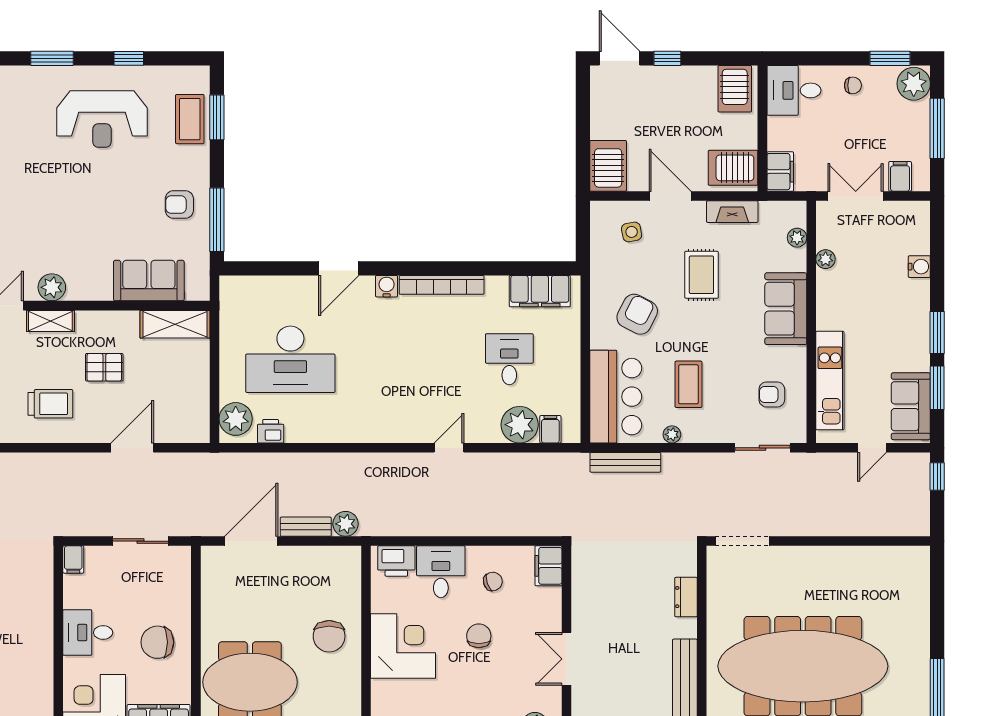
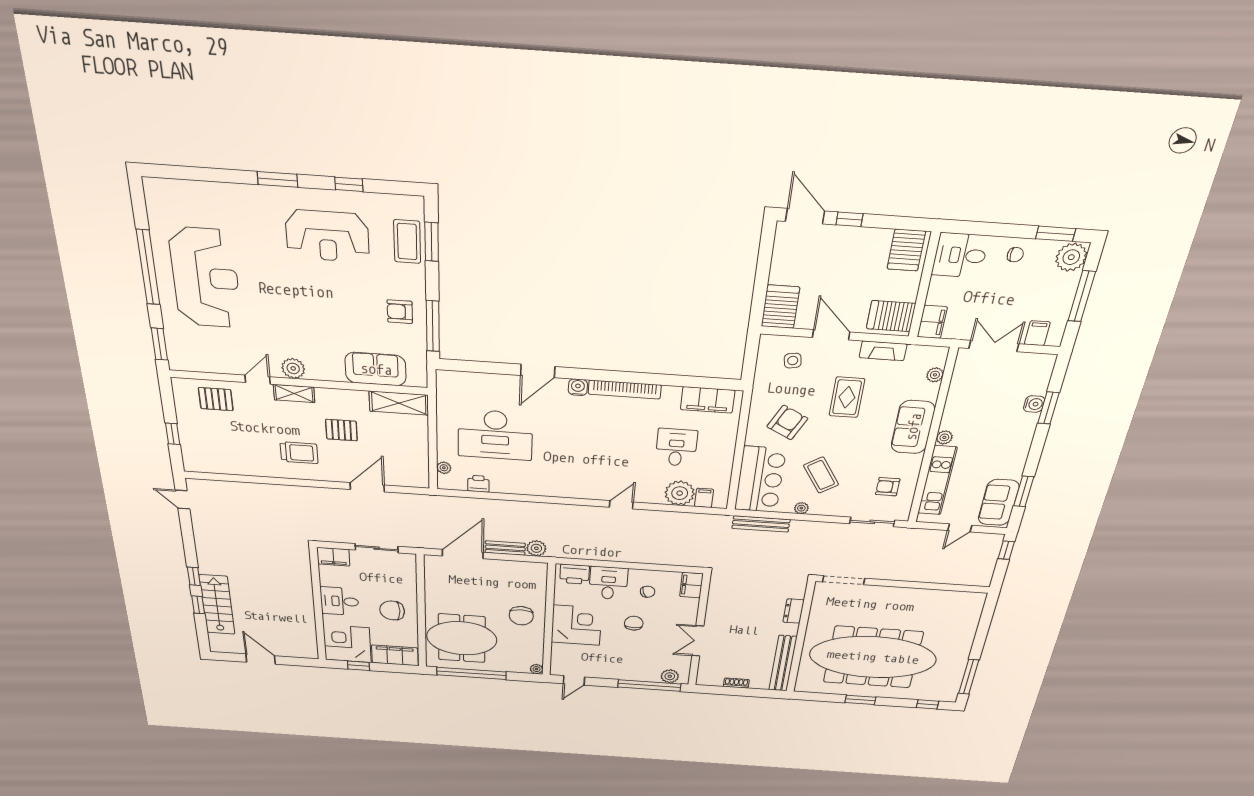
plant: (826, 259) -> (944, 437), moved
window: (937, 332) -> (1048, 408), moved
coffee table: (688, 384) -> (821, 475), turned -33
plant: (236, 419) -> (444, 468), width x0.53, depth x0.53
filing cabinet: (73, 559) -> (333, 557), width x2.00

